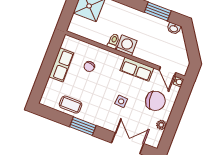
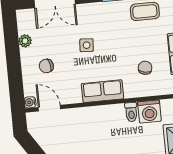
washing machine: (127, 45) -> (149, 111), moved
row of seats: (137, 69) -> (102, 91), moved
chair: (155, 101) -> (46, 66), width x0.54, depth x0.54

